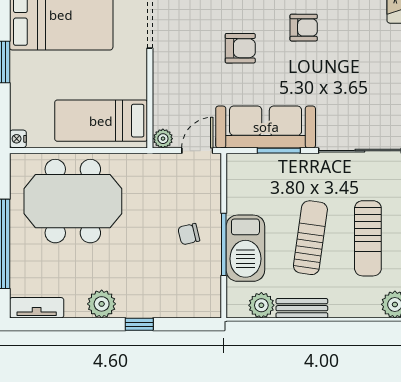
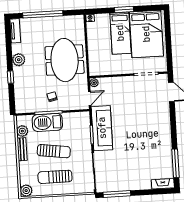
armchair: (304, 28) -> (147, 143), removed
armchair: (240, 48) -> (136, 115), removed
bed: (101, 121) -> (120, 33), moved, turned 180
door: (197, 151) -> (90, 98), hinge flipped
meeting table: (73, 201) -> (65, 60), moved

